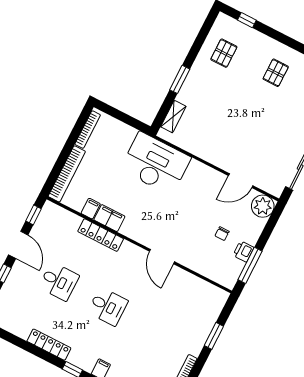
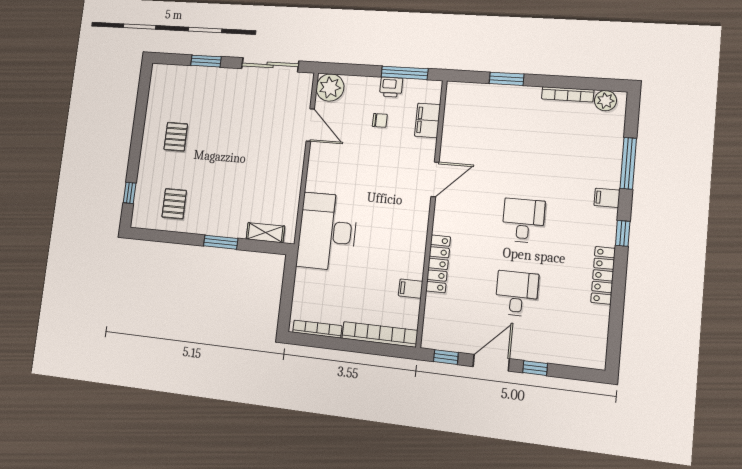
pallet: (224, 53) -> (174, 204), turned 90
pallet: (276, 73) -> (176, 137), turned 90
filing cabinet: (109, 218) -> (428, 120), moved

